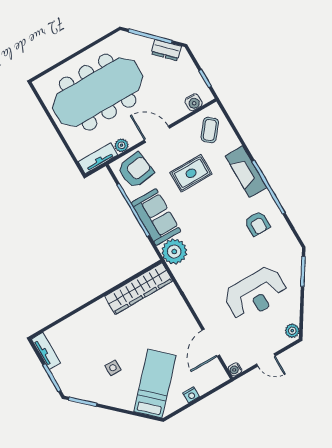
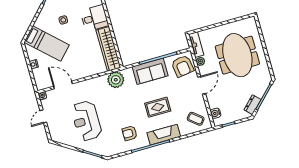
meeting table: (98, 92) -> (237, 55), width x0.73
rug: (191, 173) -> (158, 107), moved, turned 90
plant: (174, 252) -> (116, 80), moved
desk: (98, 322) -> (94, 18), added
plant: (292, 331) -> (57, 138), removed

